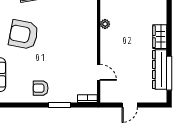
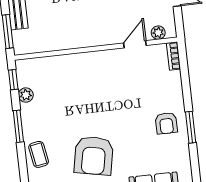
plant: (105, 24) -> (158, 33), moved
window: (60, 105) -> (191, 127), moved

